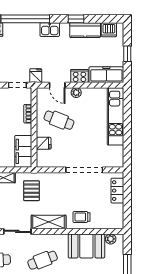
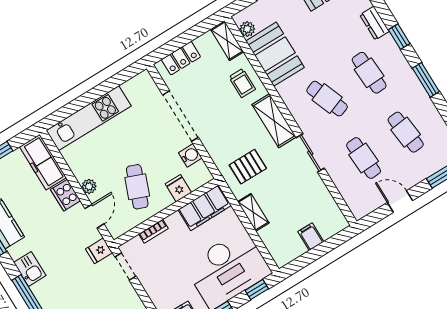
water cooler: (58, 162) -> (190, 155), added
shelving: (111, 223) -> (227, 41), added

